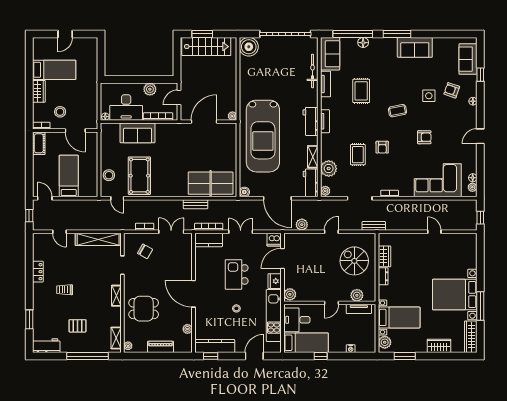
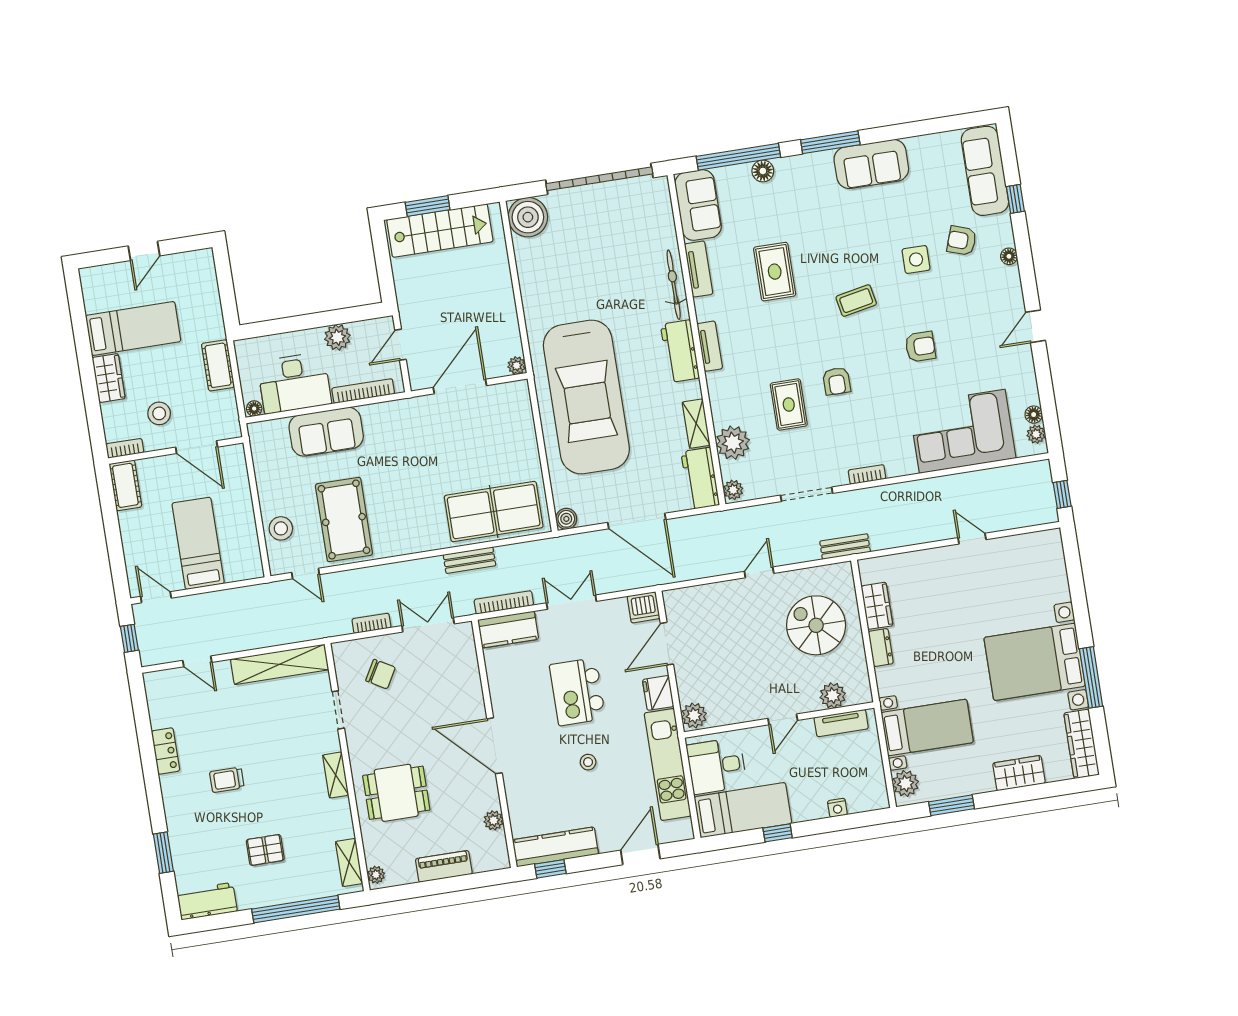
sofa: (468, 59) -> (985, 171), width x1.36
bicycle: (313, 71) -> (674, 285), moved
cot: (91, 94) -> (218, 365), added
plant: (302, 225) -> (696, 567), removed

